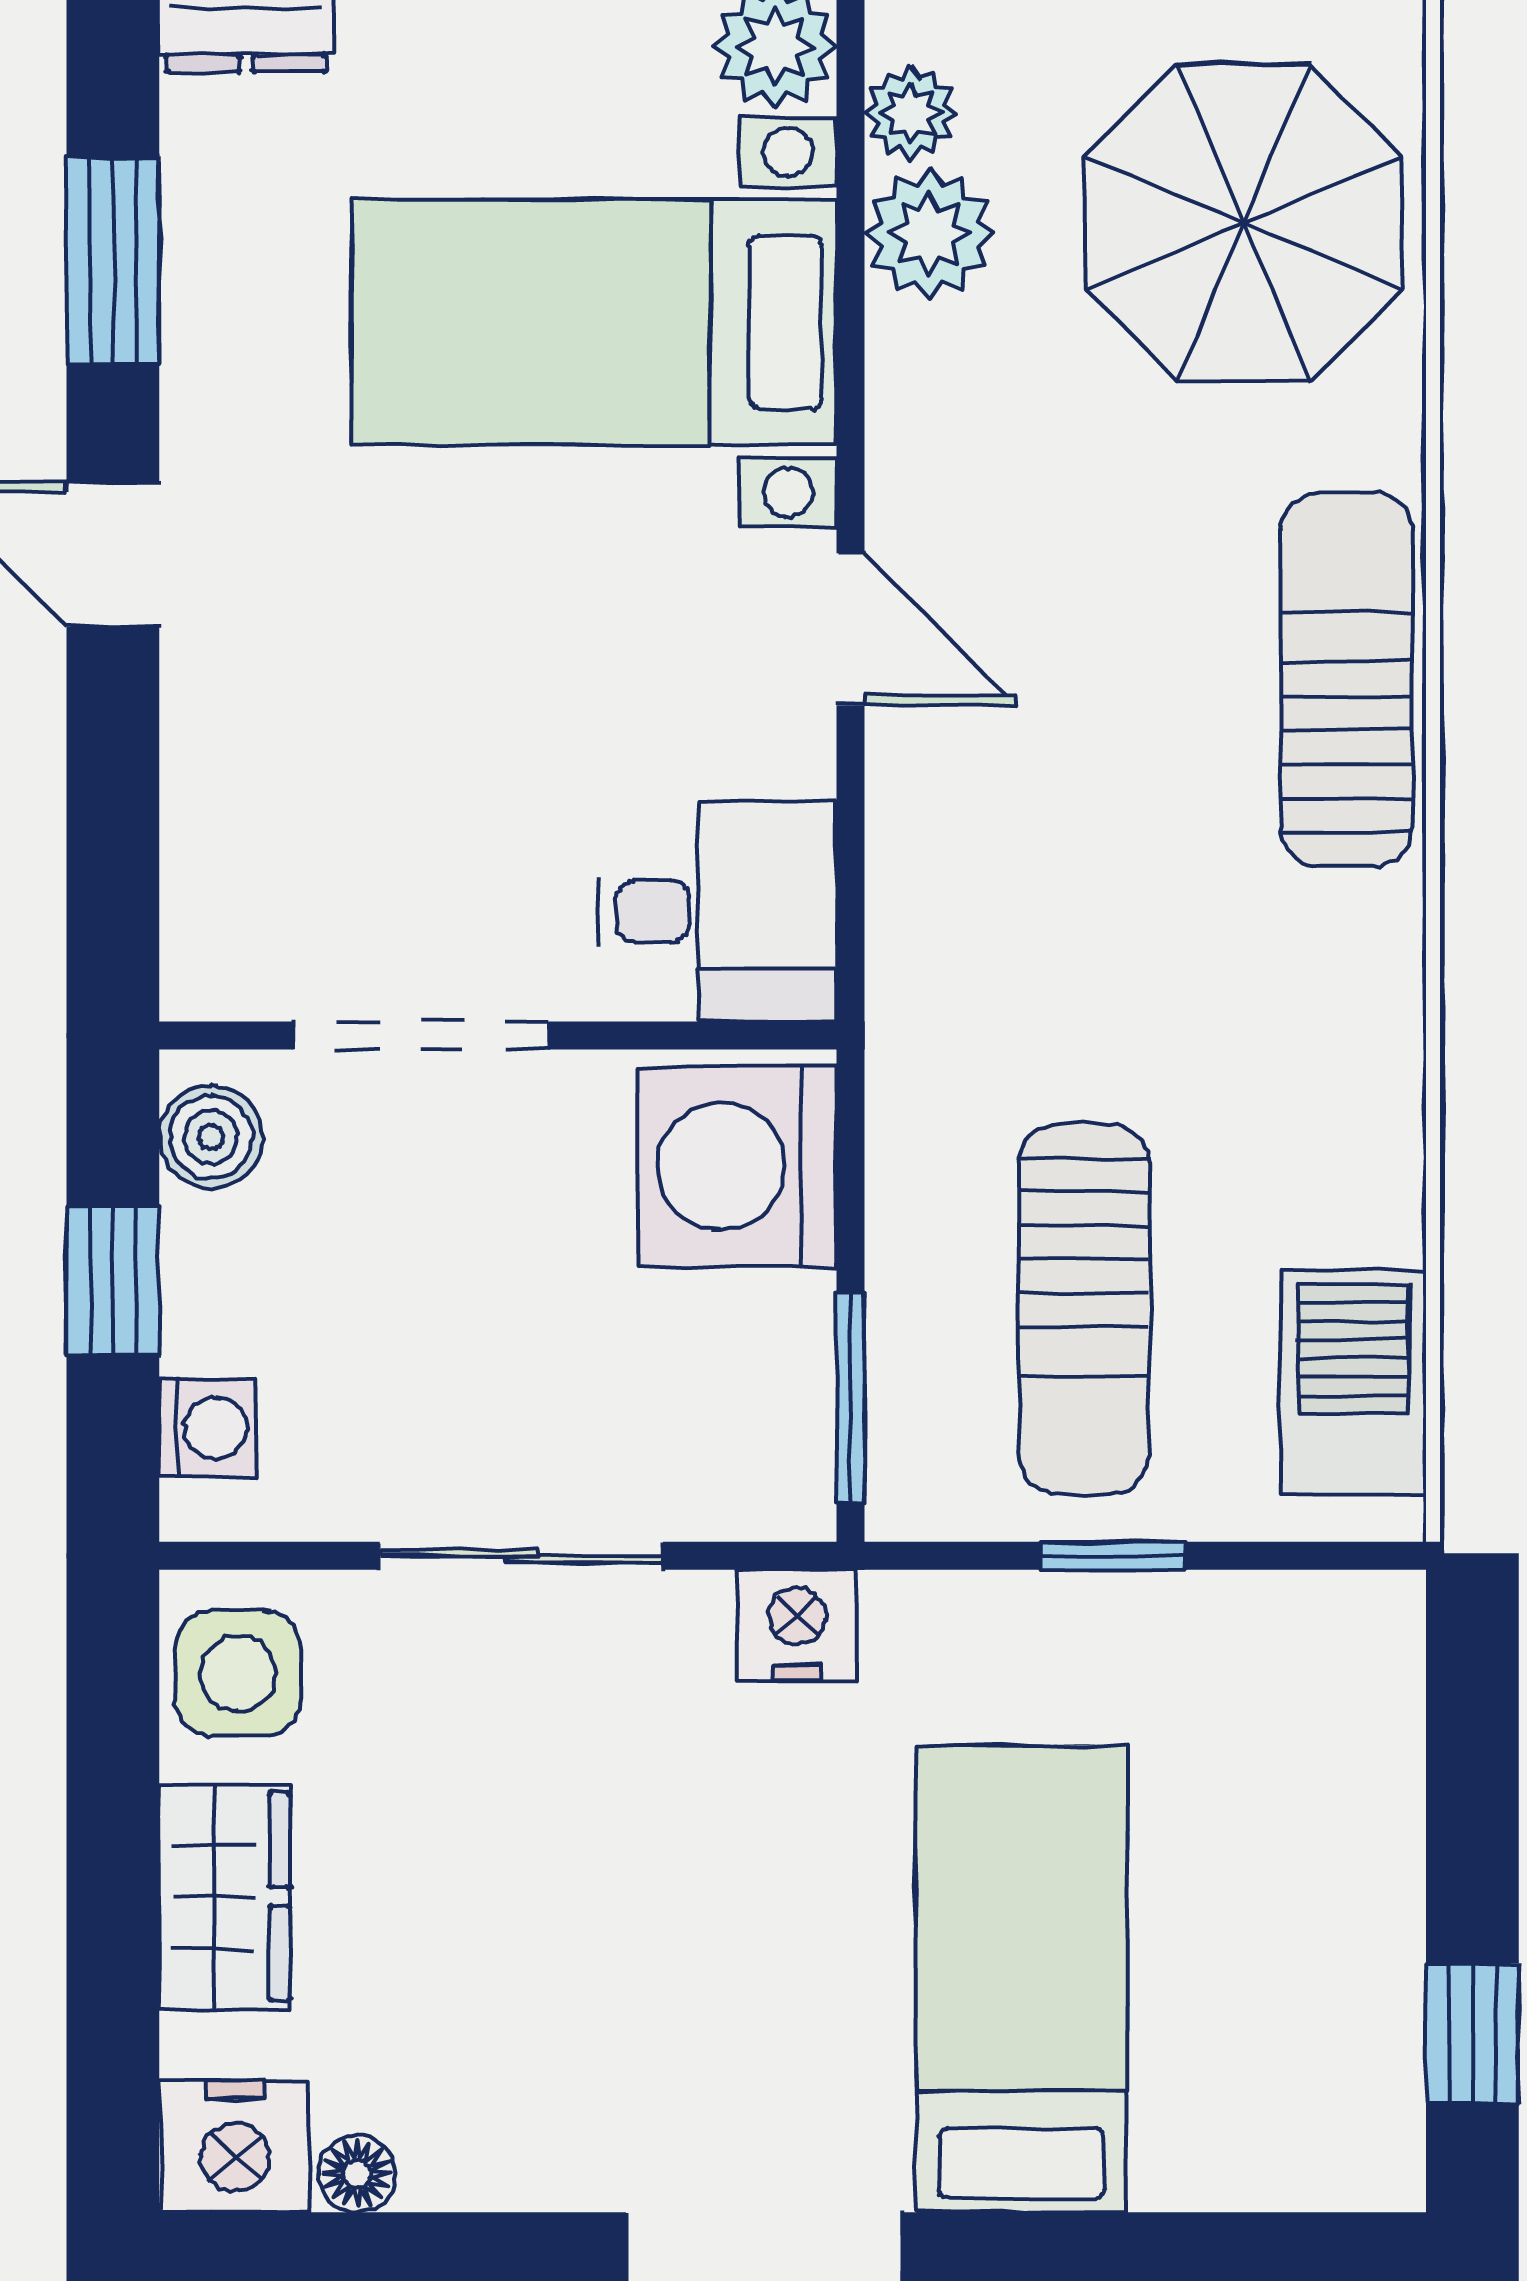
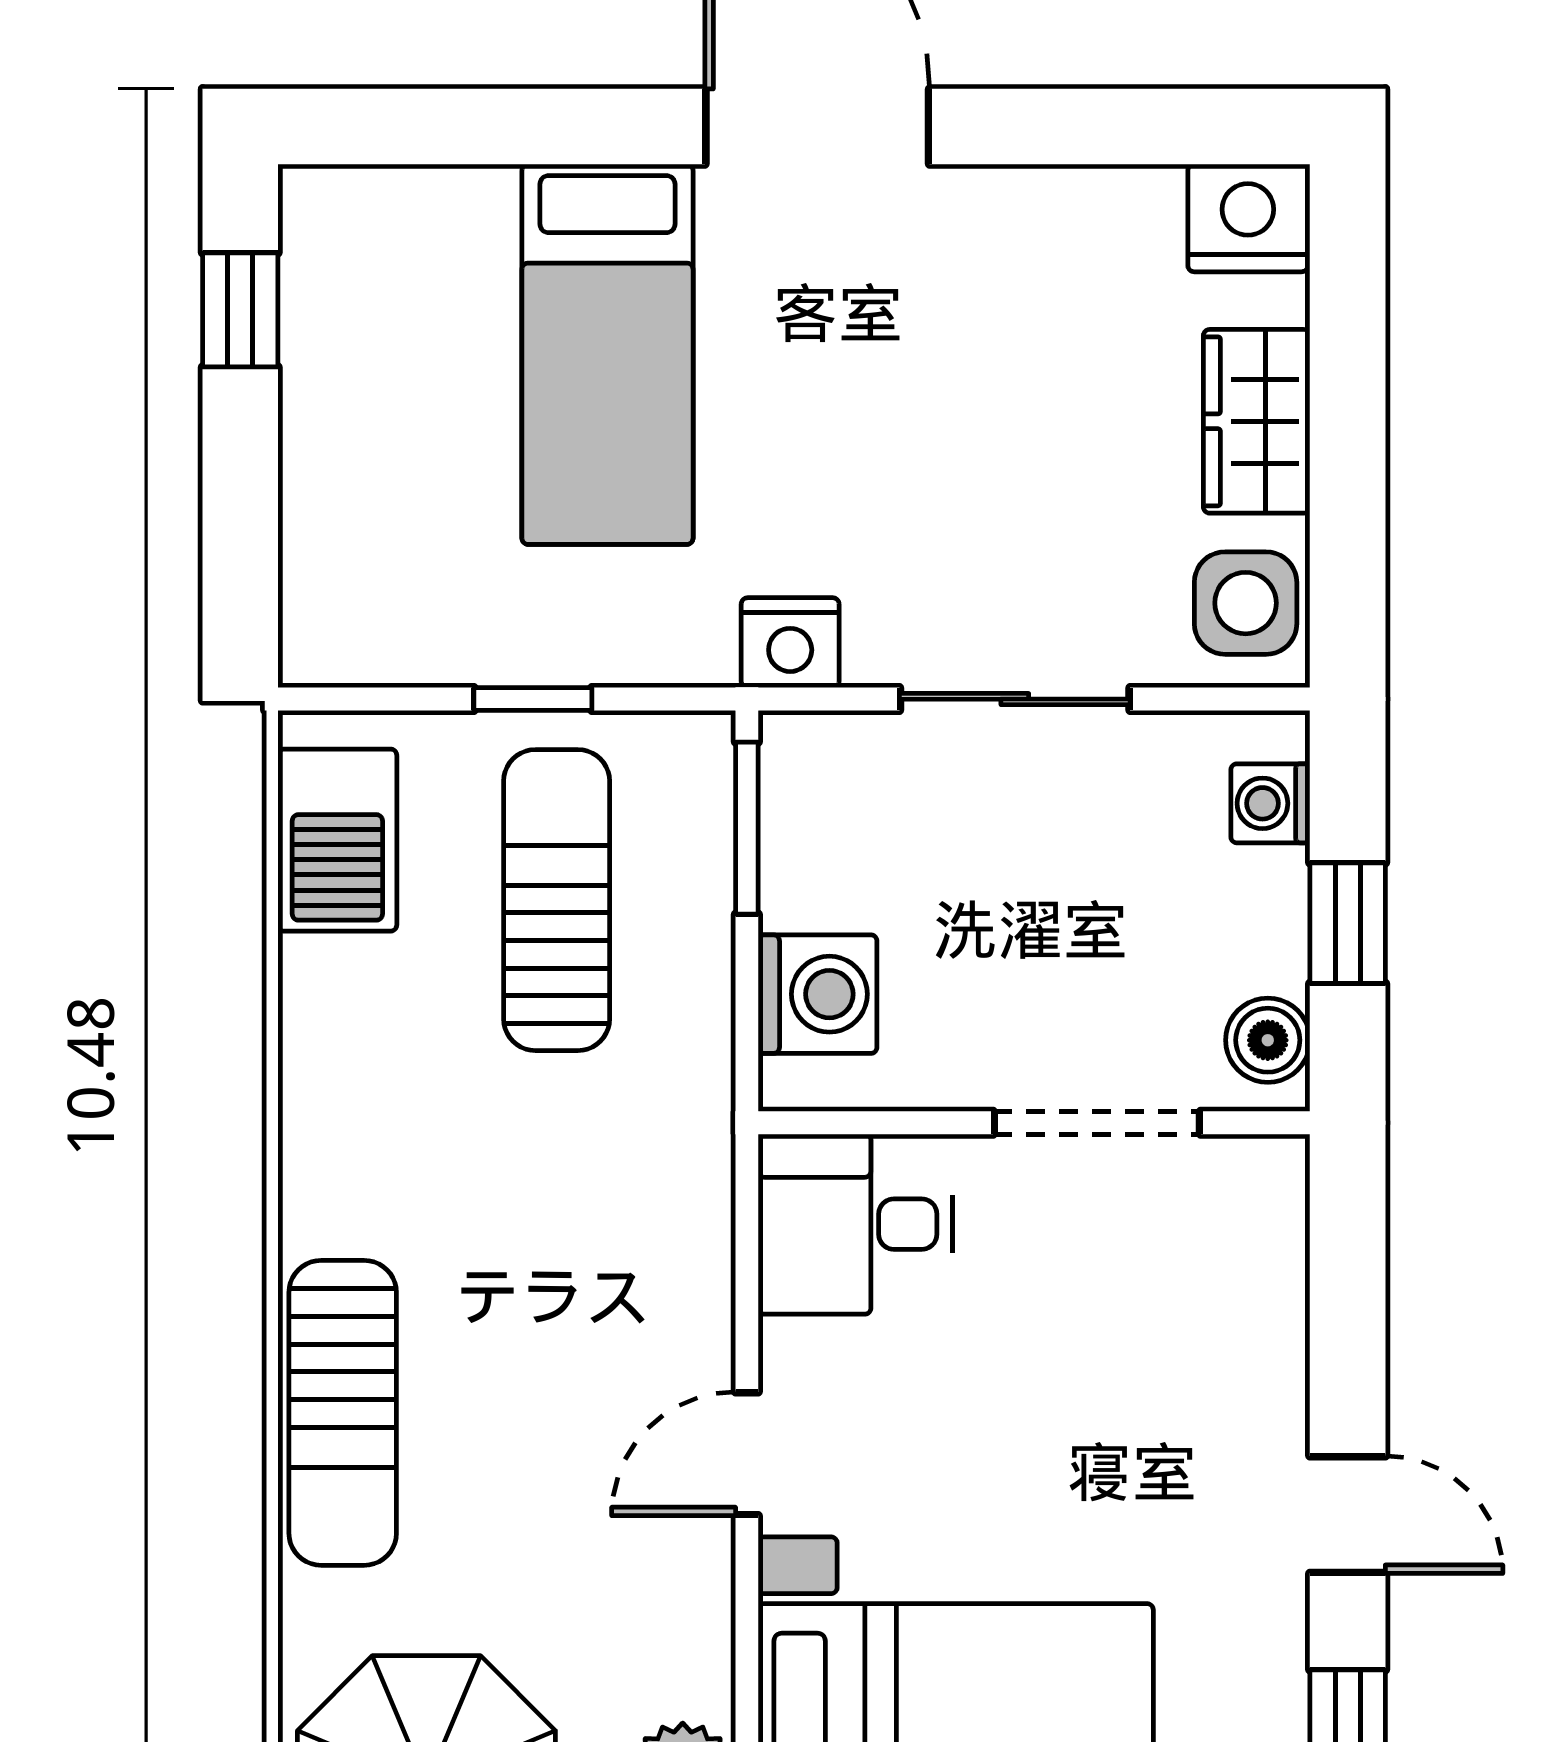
door: (850, 629) -> (747, 1454), hinge flipped
washing machine: (737, 1166) -> (818, 994), width x0.73, depth x0.73
floor lamp: (357, 2174) -> (1149, 196), removed

